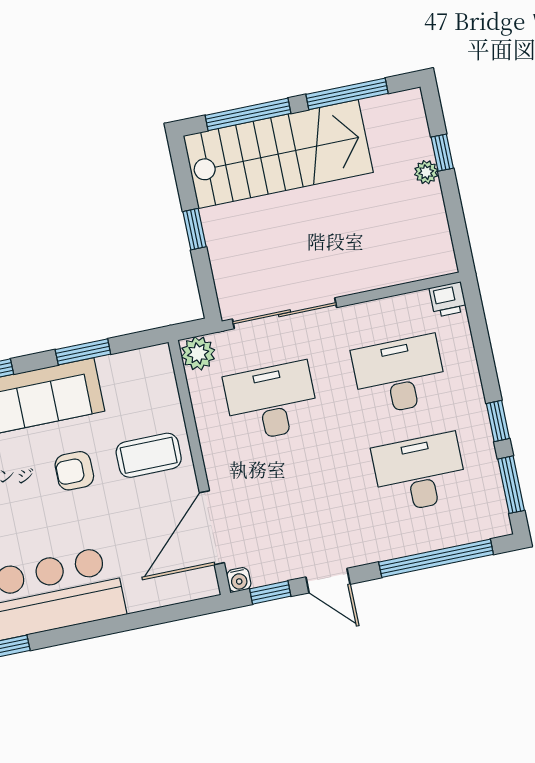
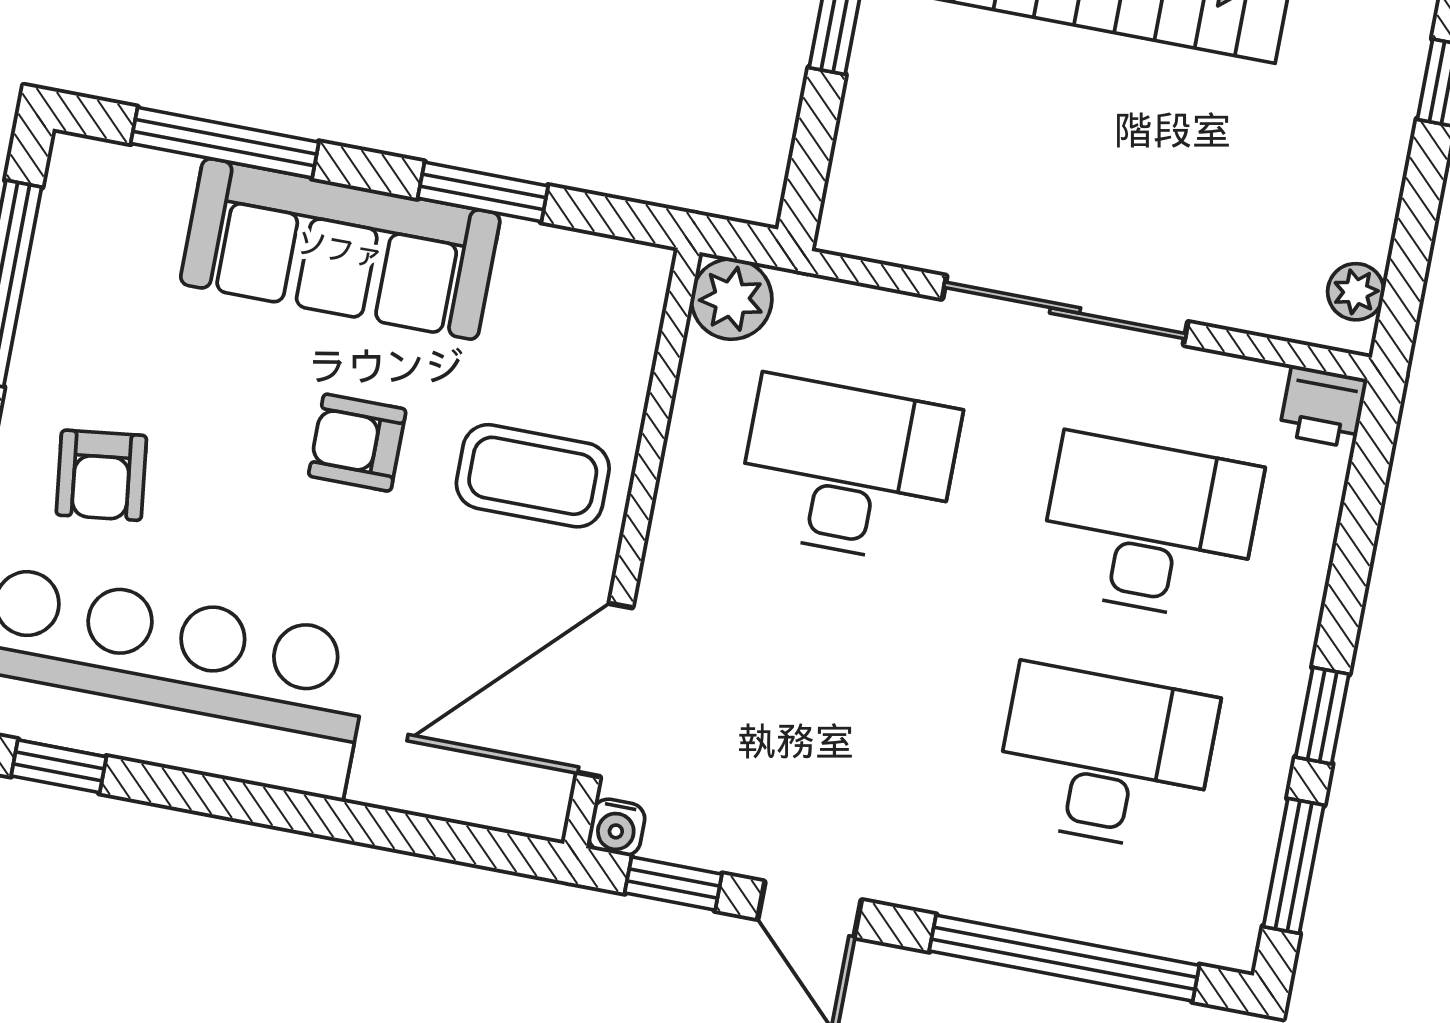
plant: (426, 172) -> (1356, 292), moved
sliding door: (285, 313) -> (1065, 310), moved

